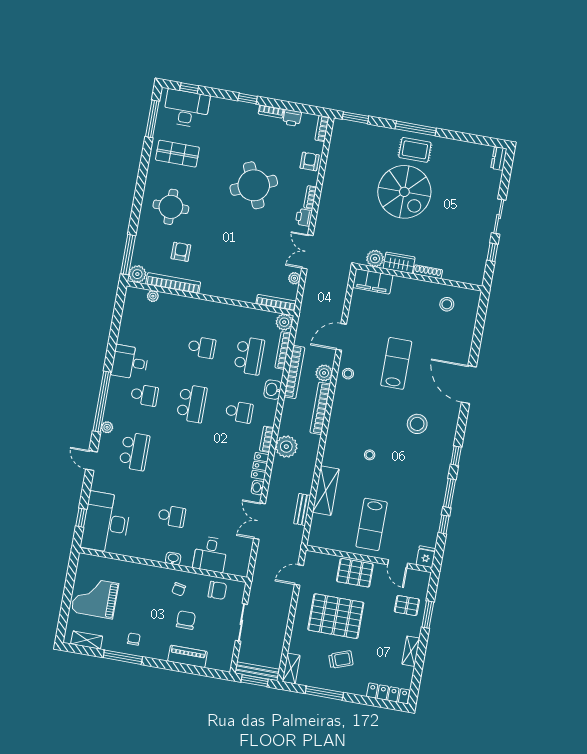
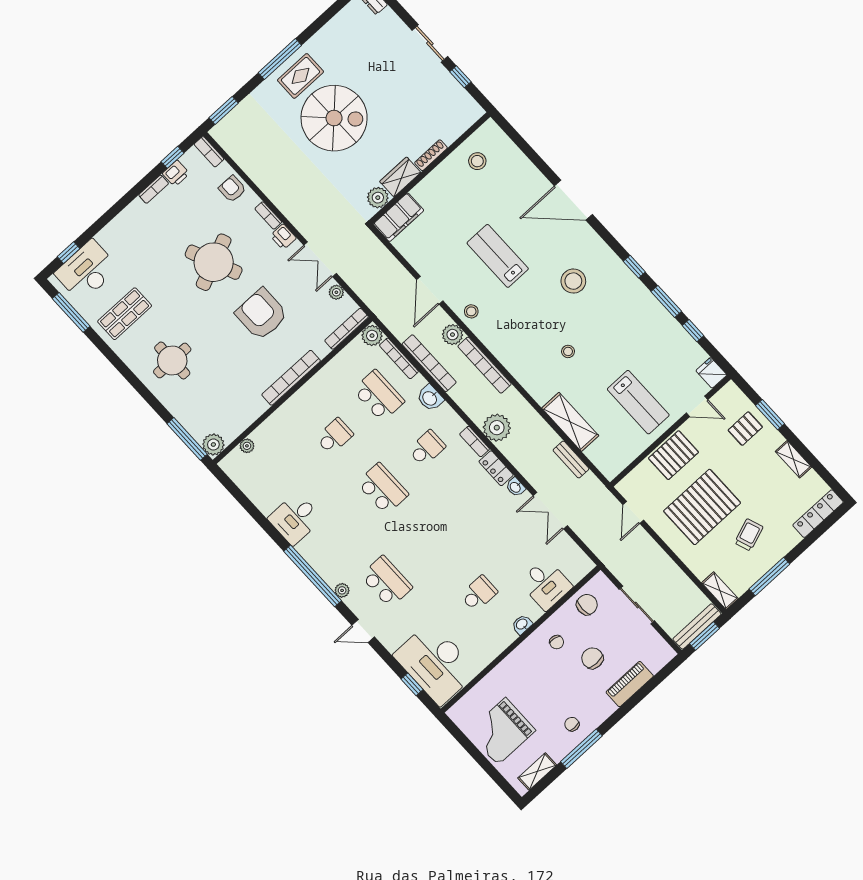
window: (248, 99) -> (172, 157), moved
armchair: (181, 252) -> (262, 314), moved, width x1.88, depth x1.88
bookcase: (173, 283) -> (291, 378), moved
school desk: (144, 395) -> (338, 529), removed

